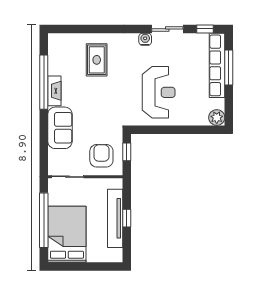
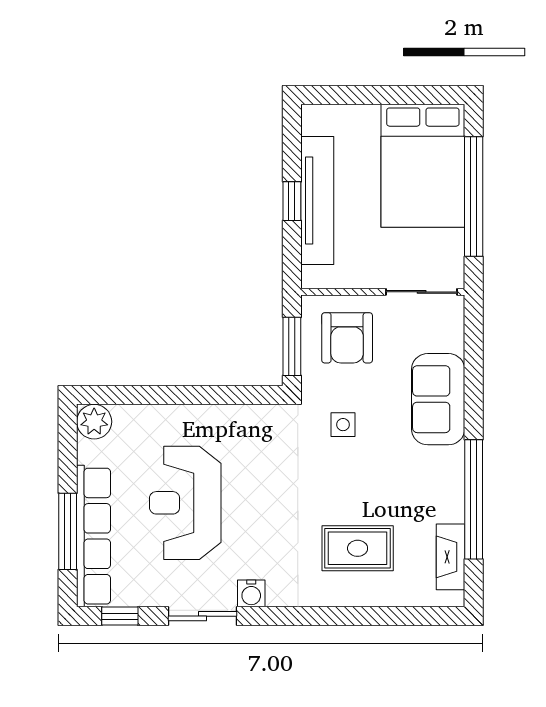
rug: (97, 60) -> (358, 548), turned 90
fireplace: (54, 91) -> (450, 557), moved
reception desk: (159, 92) -> (185, 503), moved
side table: (103, 116) -> (343, 425), added
window: (127, 152) -> (292, 346), width x1.50

